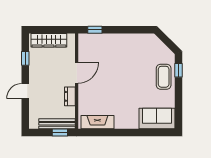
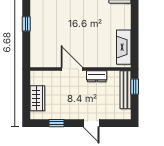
window: (95, 30) -> (26, 24), moved
wardrobe: (49, 40) -> (37, 98), width x0.67

